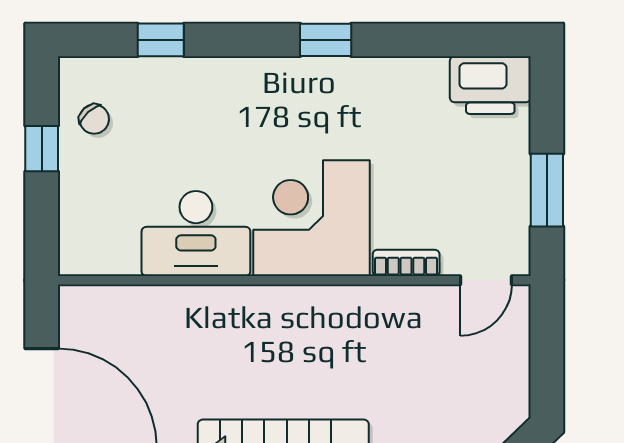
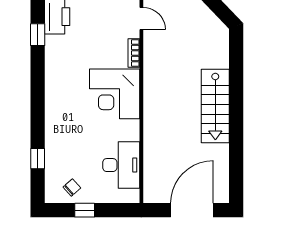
window: (326, 40) -> (38, 35), moved
desk: (196, 234) -> (121, 165), moved

